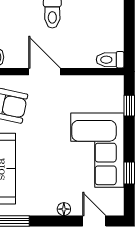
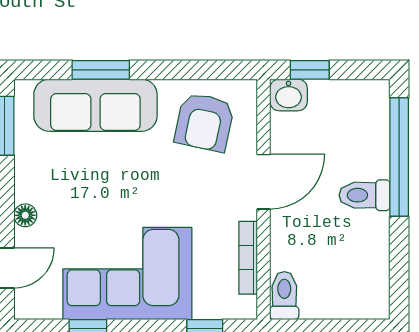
bookcase: (88, 81) -> (248, 258), added

